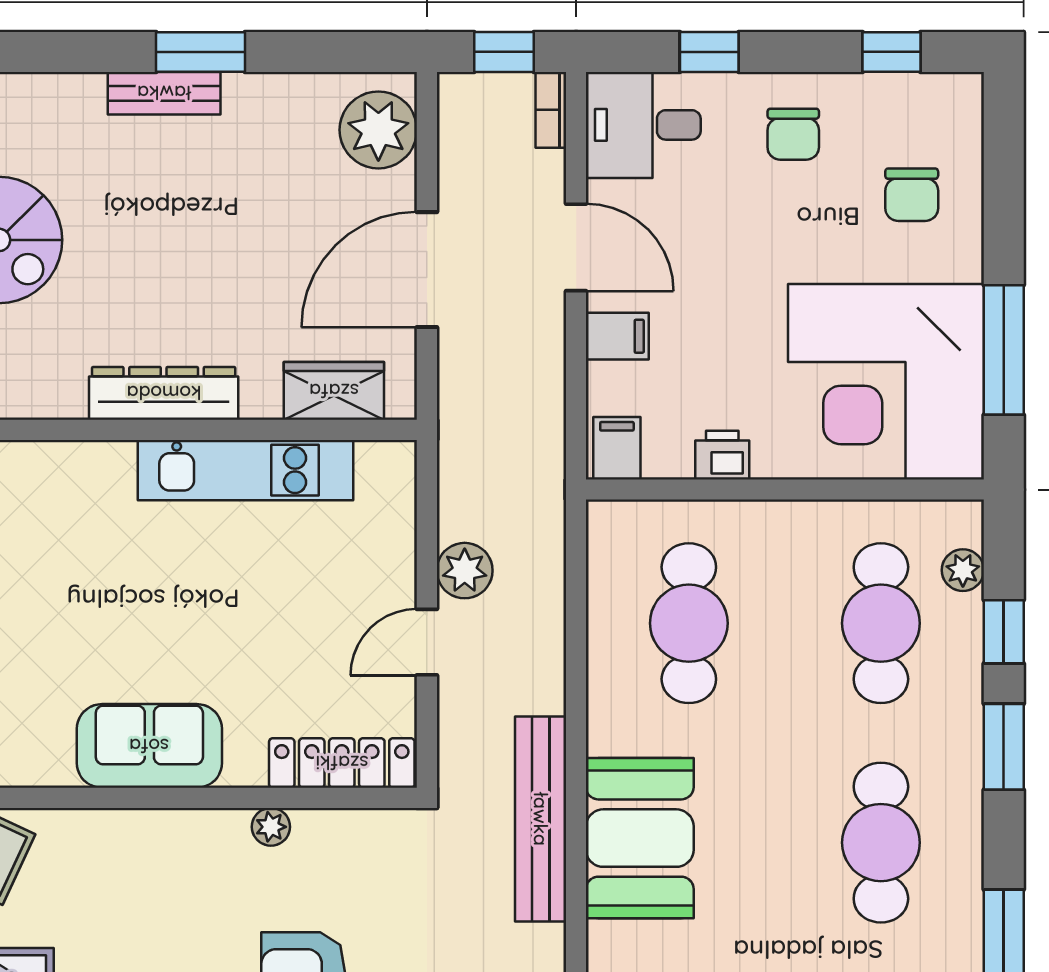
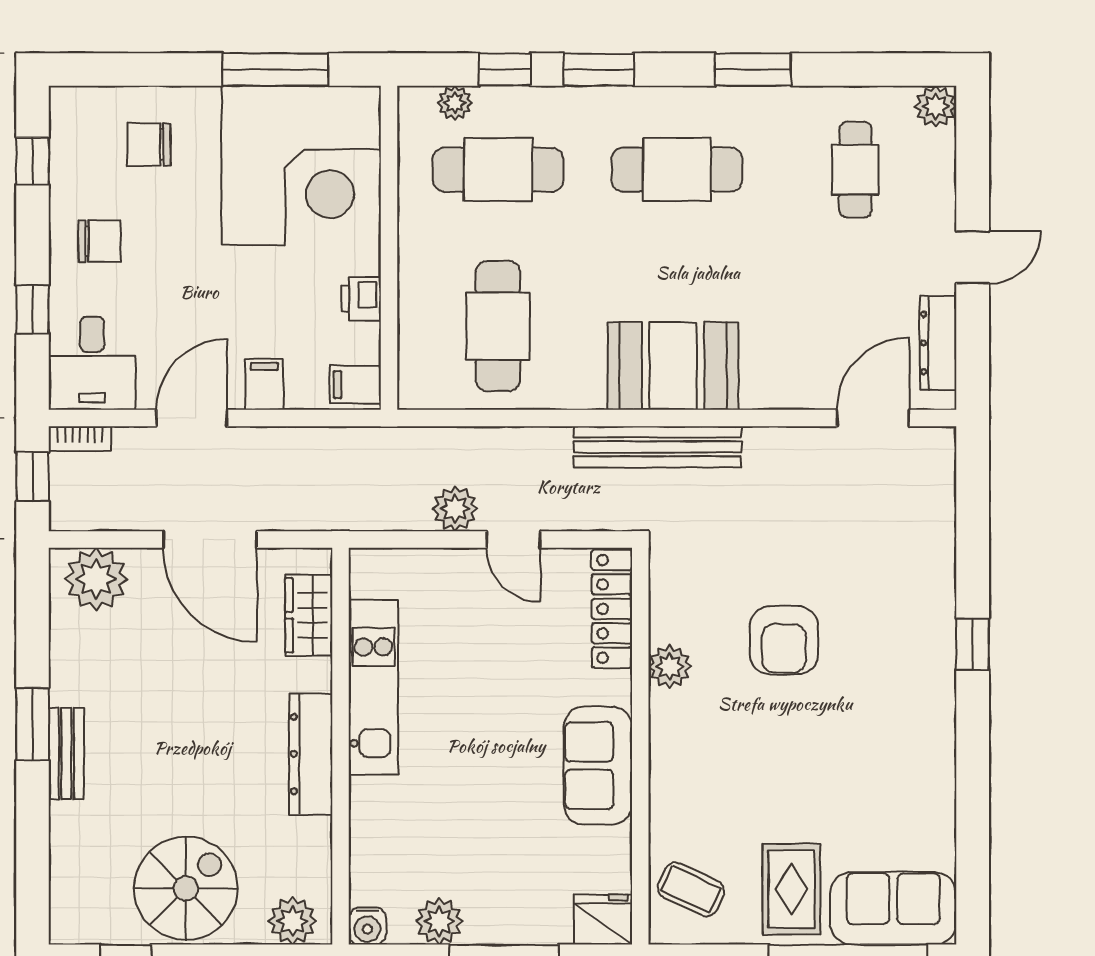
chair: (912, 195) -> (149, 144), turned 180
cafe table: (689, 623) -> (498, 326), turned 90
plant: (271, 827) -> (670, 667), width x1.38, depth x1.38

